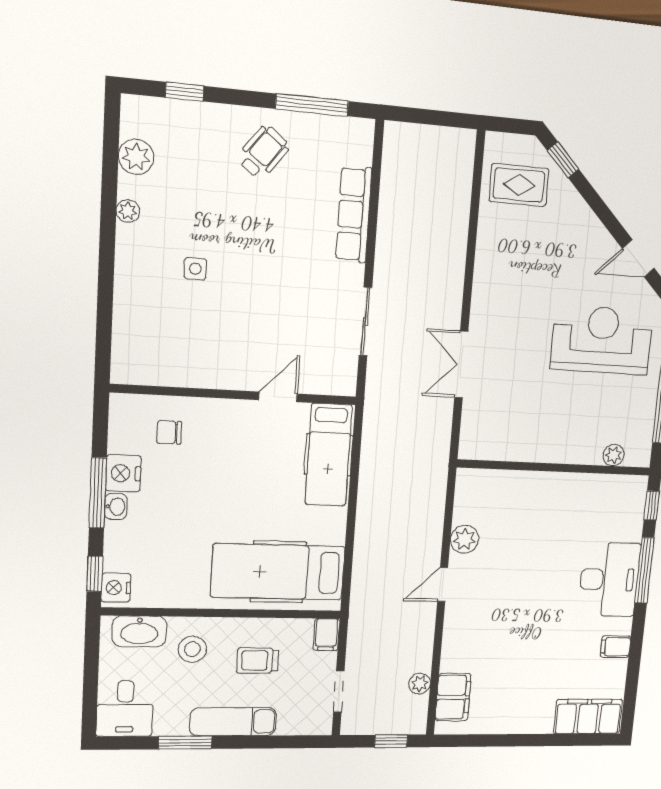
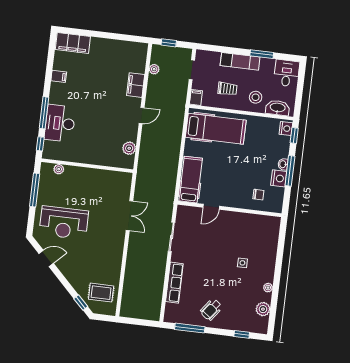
plant: (465, 539) -> (129, 148), moved
desk: (609, 580) -> (60, 123), moved
filing cabinet: (453, 697) -> (136, 85), moved

